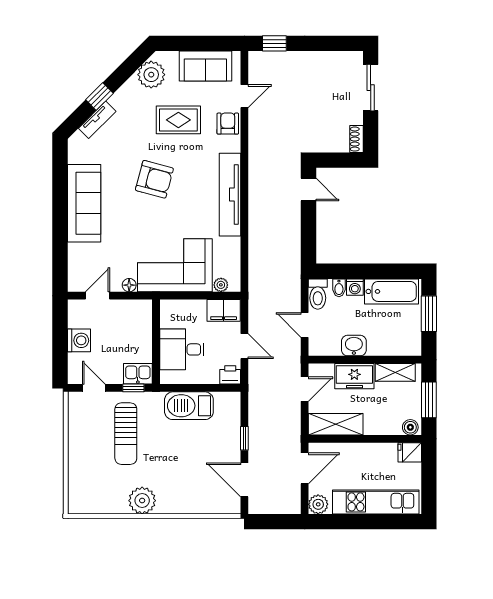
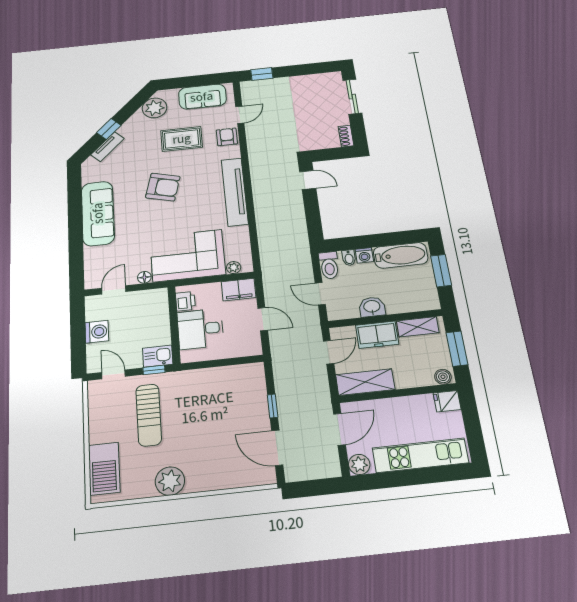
printer: (230, 375) -> (185, 301), moved, turned 90
barbecue: (189, 406) -> (104, 469), moved, turned -90

